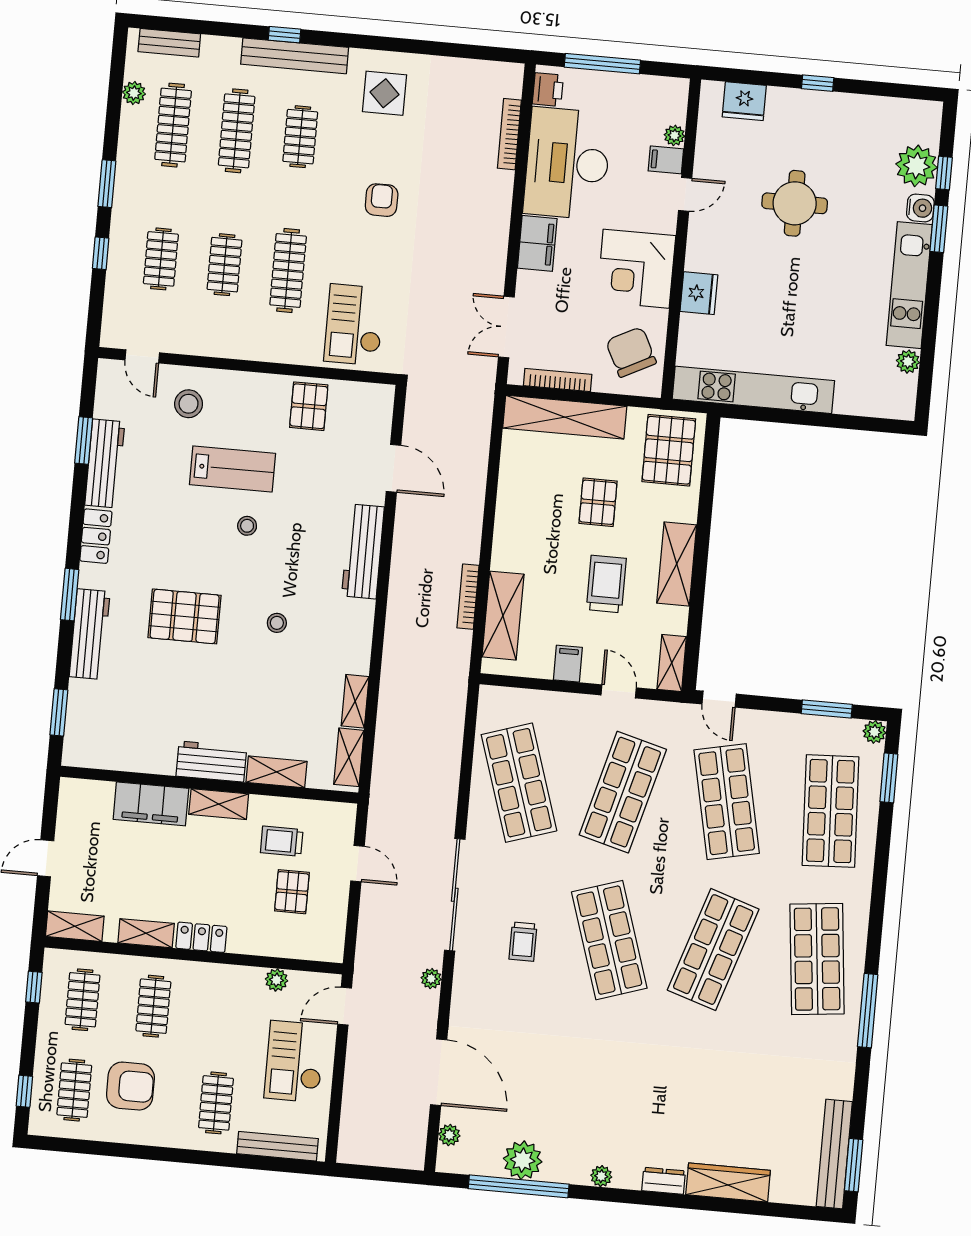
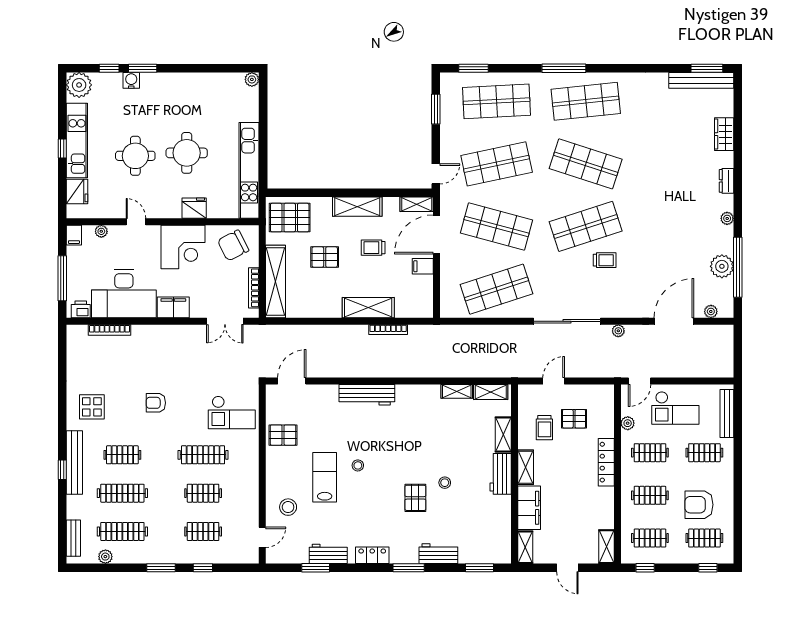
filing cabinet: (666, 160) -> (74, 235), moved
plant: (917, 166) -> (79, 85), moved
kitchen unit: (909, 285) -> (77, 140), moved, turned -90
round table: (792, 289) -> (187, 153), added
plant: (908, 362) -> (252, 79), moved
workbench: (105, 463) -> (328, 554), width x0.73
door: (394, 468) -> (292, 381), moved
trolley: (606, 584) -> (373, 248), width x0.73, depth x0.72
pallet: (185, 616) -> (415, 498), width x0.67, depth x0.71
shelving: (503, 616) -> (368, 308), moved
stool: (277, 623) -> (445, 483), moved
workbench: (90, 634) -> (438, 554), width x0.73
door: (619, 691) -> (437, 234), width x1.88
plant: (874, 732) -> (447, 79), removed
shelving: (146, 933) -> (525, 547), moved
locker: (201, 937) -> (606, 462), width x1.53
trolley: (523, 942) -> (605, 260), moved
door: (345, 1006) -> (640, 381), hinge flipped
window: (868, 1011) -> (564, 68), moved
clothes rail: (224, 1013) -> (650, 453), added
armchair: (130, 1086) -> (699, 505), turned -90
wardrobe: (728, 1182) -> (724, 134), width x0.67

